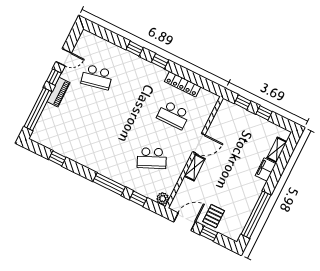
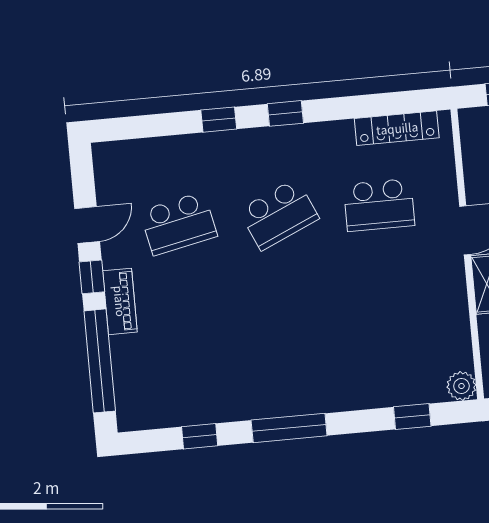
locker: (183, 84) -> (397, 128), moved
school desk: (152, 158) -> (279, 214), moved
window: (109, 184) -> (289, 428), moved

